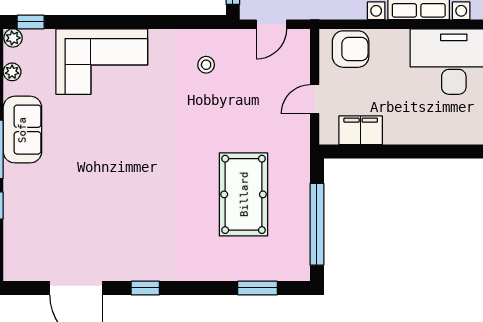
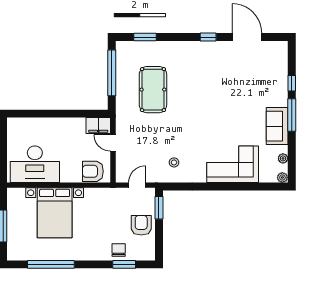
window: (31, 22) -> (273, 186), removed
door: (315, 99) -> (113, 143), swing flipped
filing cabinet: (361, 130) -> (98, 126), moved

